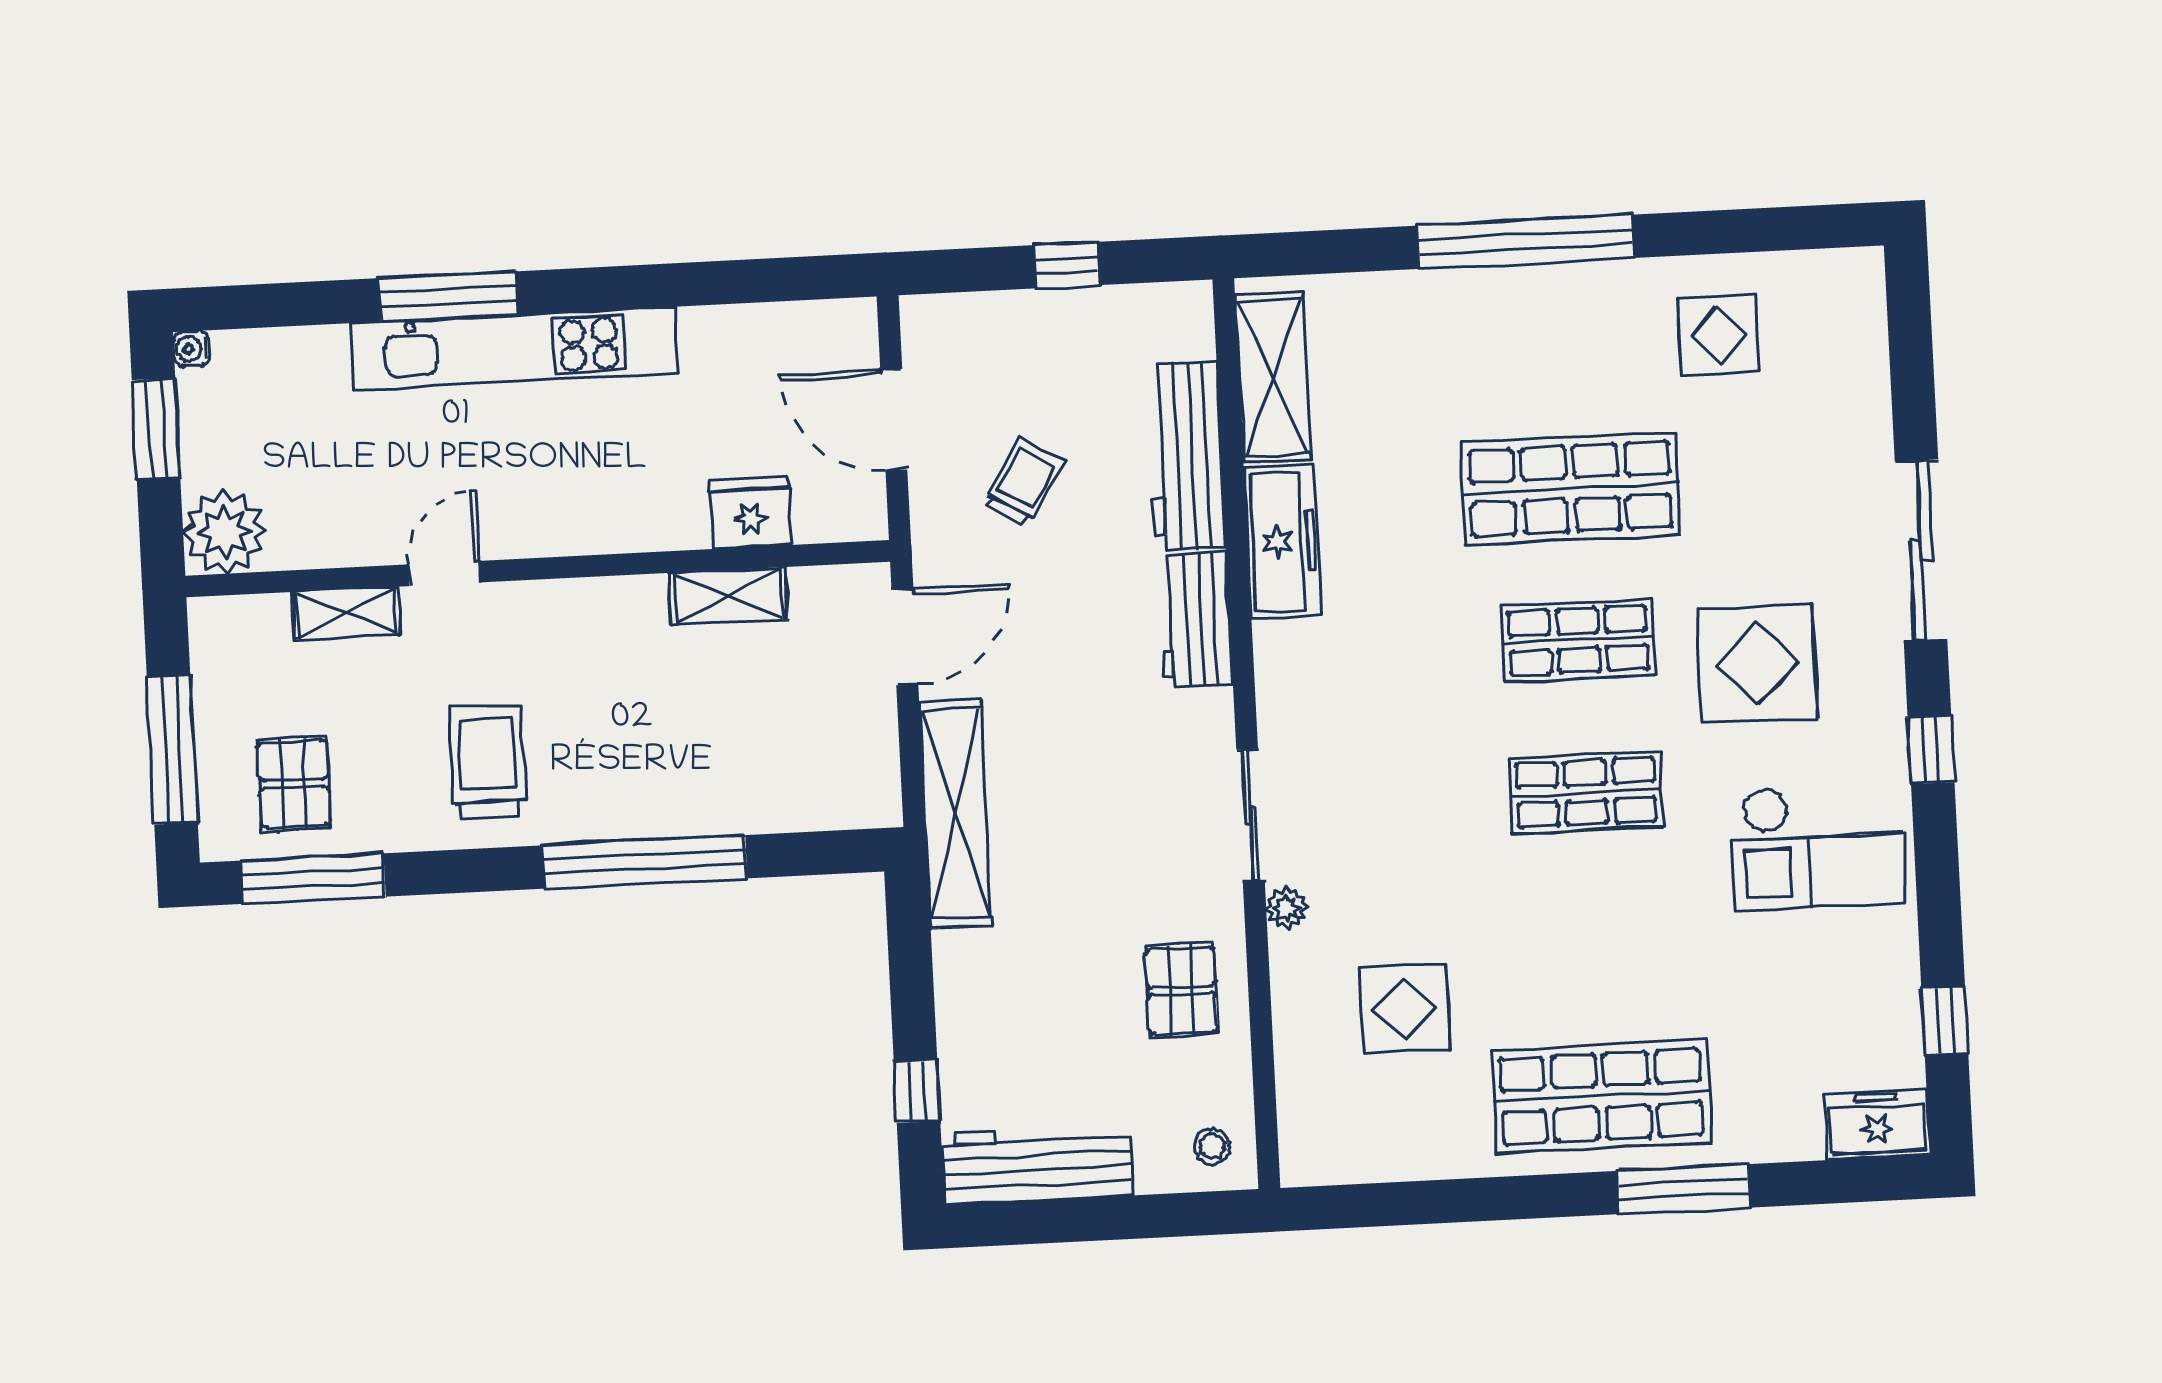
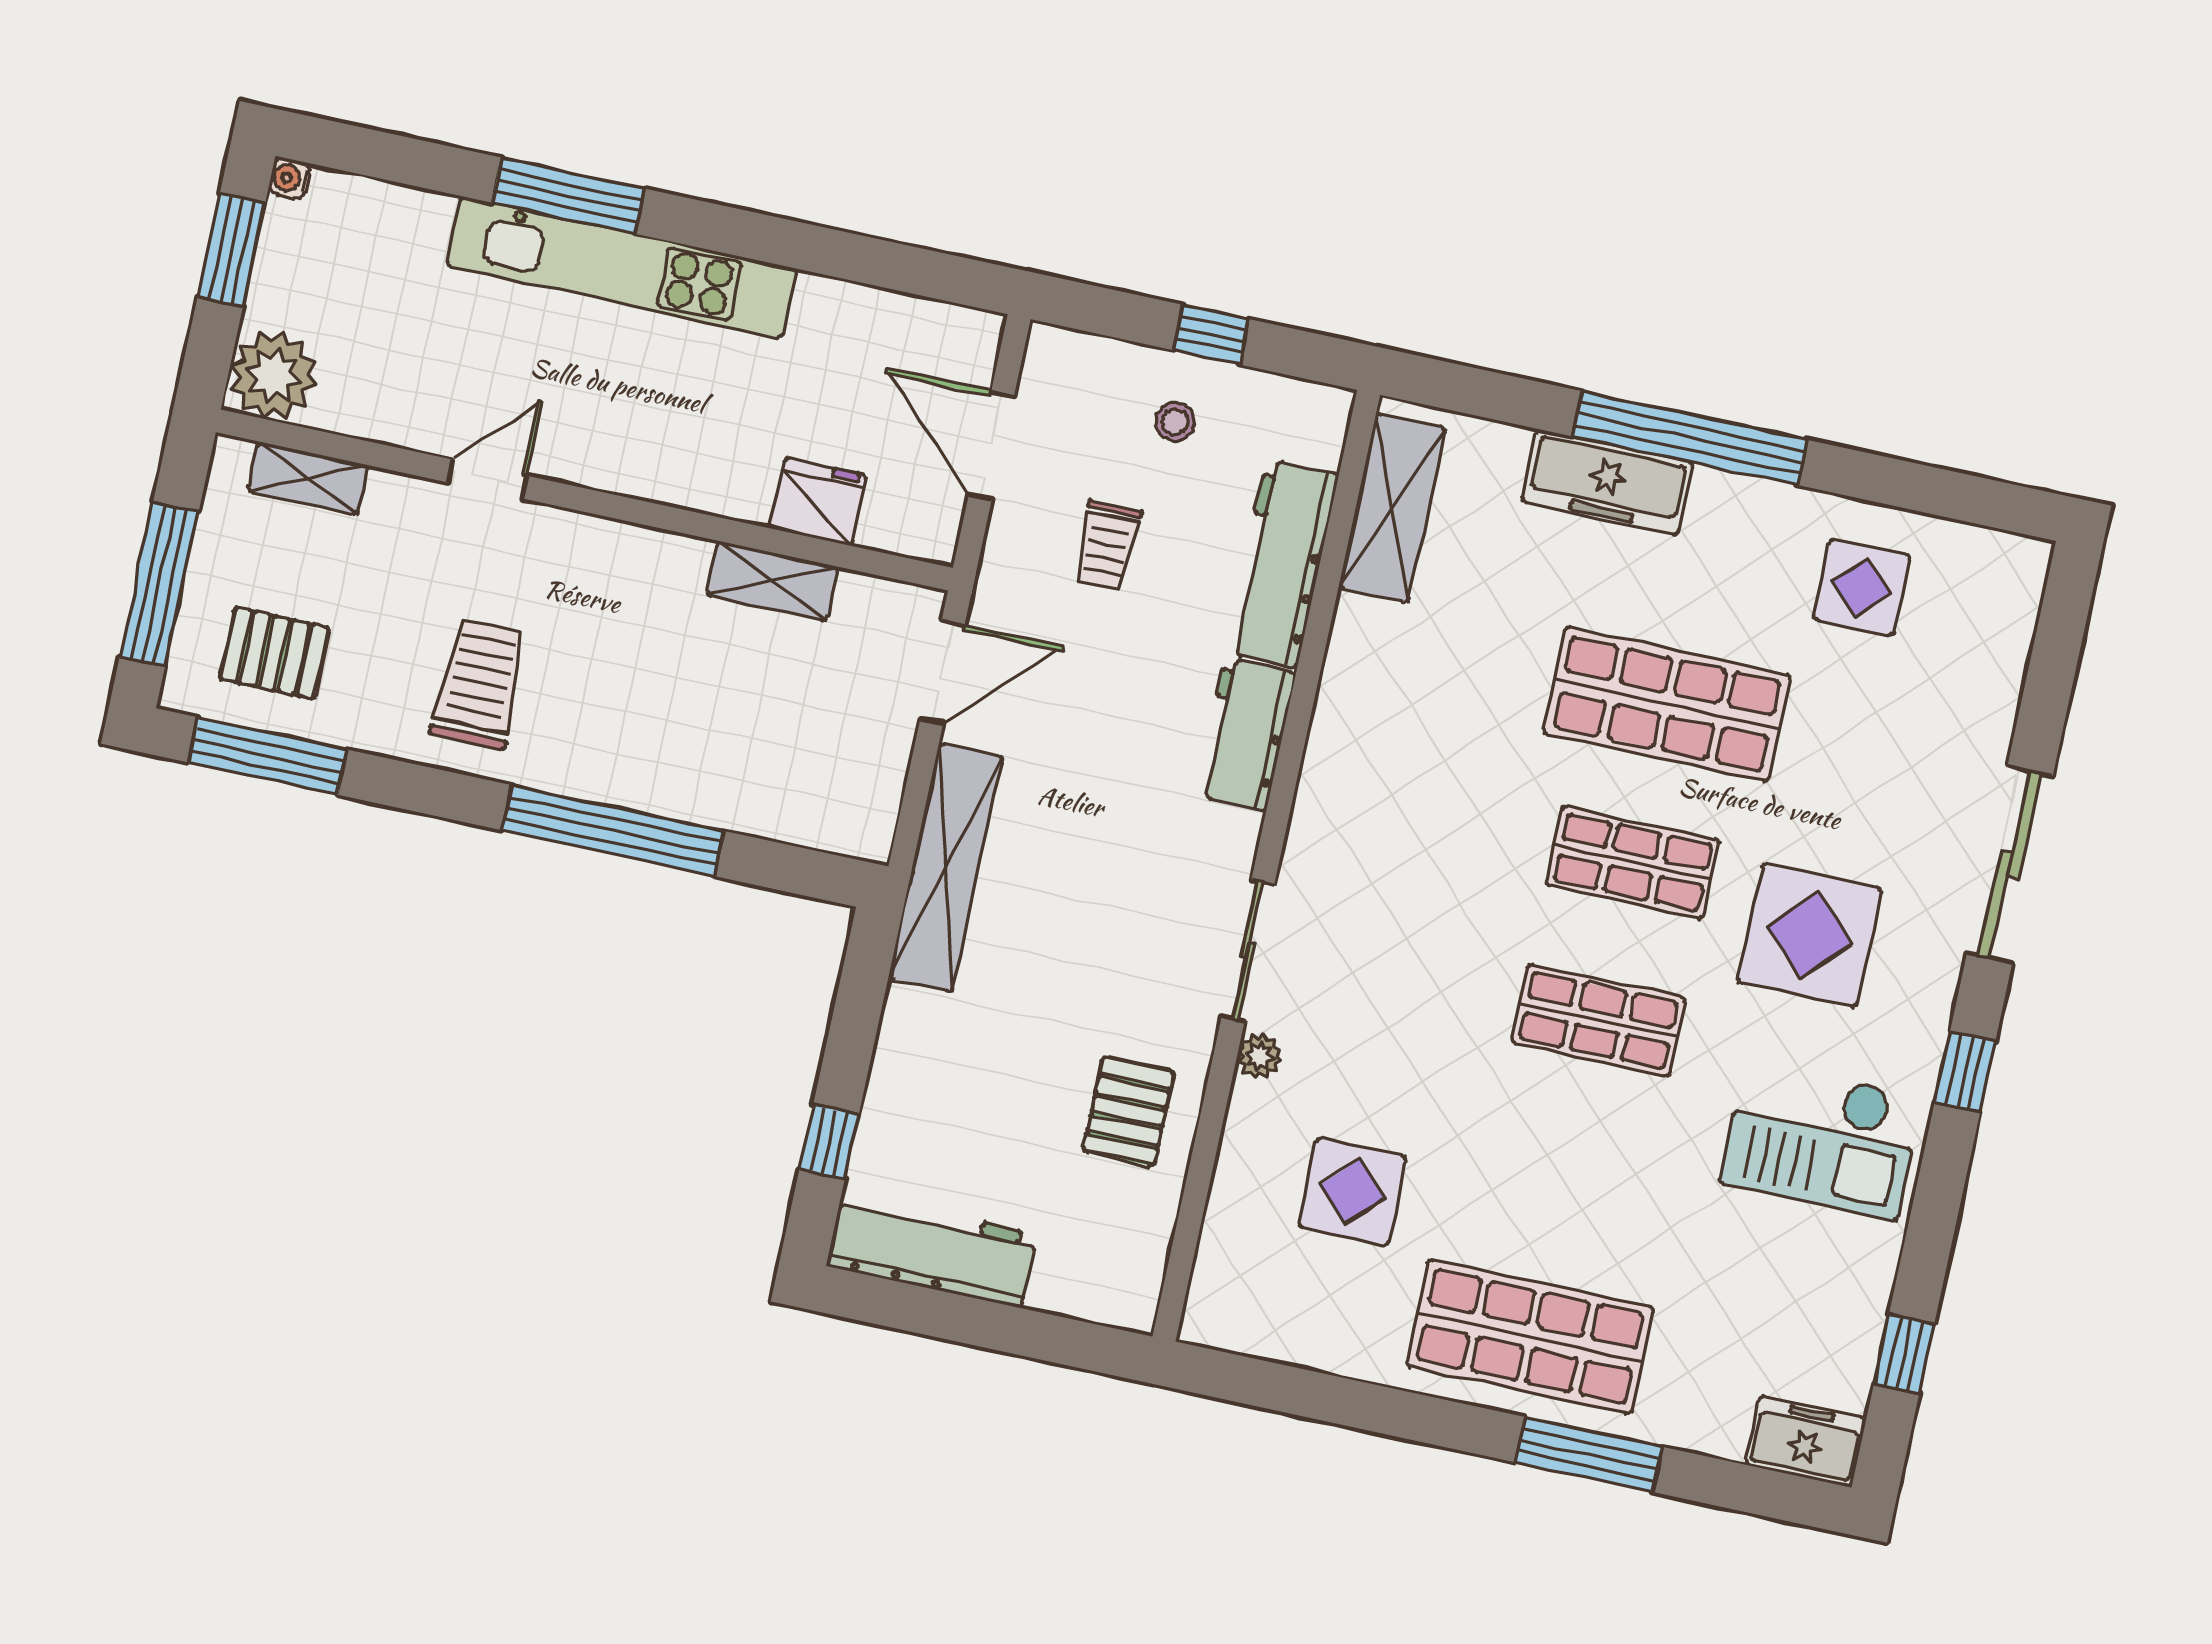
trolley: (1023, 482) -> (1107, 546), turned 149
freezer: (1282, 542) -> (1607, 482), moved, turned 90
shelving: (346, 613) -> (308, 478), moved
pallet: (294, 784) -> (274, 653), turned 90
stool: (1212, 1146) -> (1175, 422), moved

